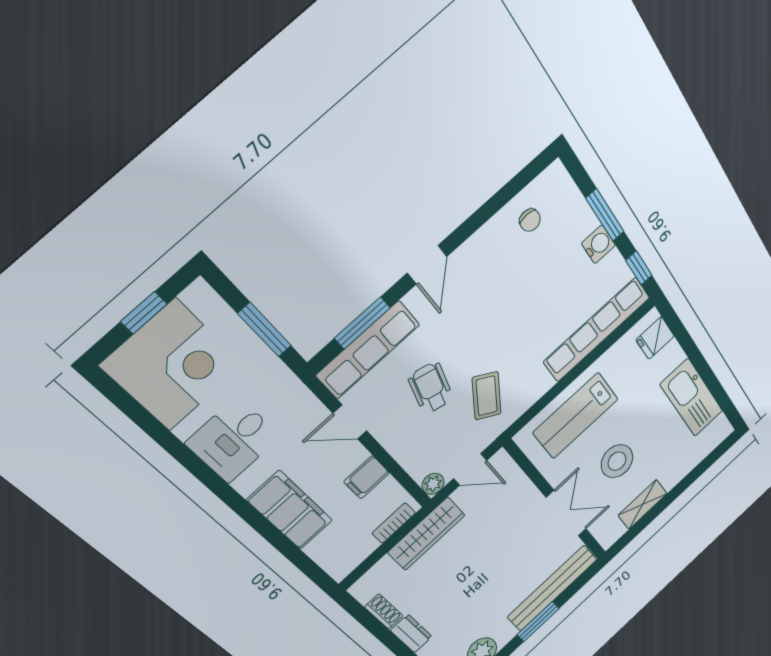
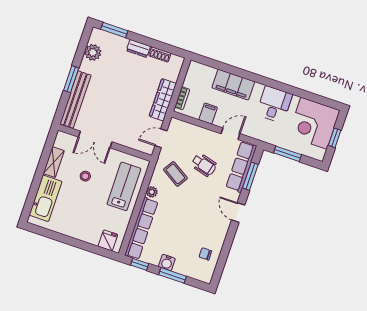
kitchen sink: (692, 398) -> (46, 198), moved, turned 90
stool: (617, 461) -> (85, 176), width x0.53, depth x0.53
plant: (433, 484) -> (152, 192), moved

